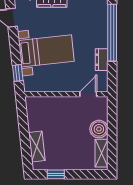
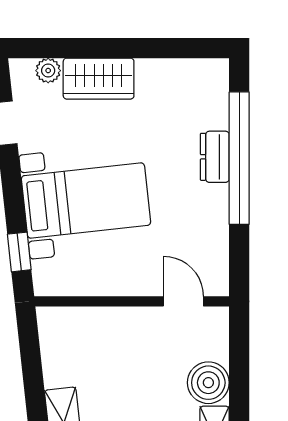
dresser: (102, 60) -> (215, 157), moved
door: (88, 94) -> (183, 301), hinge flipped

